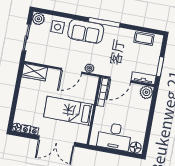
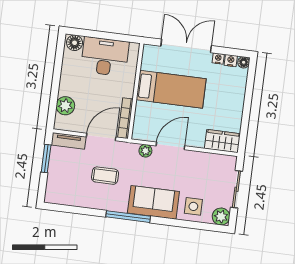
coffee table: (144, 39) -> (105, 176), moved
plant: (146, 92) -> (65, 106), moved

